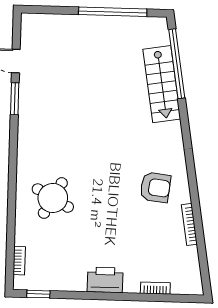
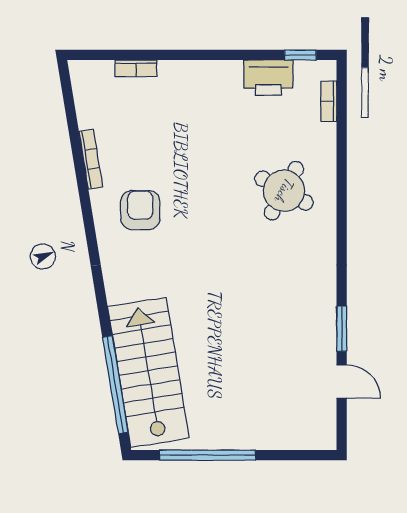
stairs: (162, 84) -> (148, 372), width x1.36, depth x1.51
armchair: (155, 187) -> (140, 210), turned 83
printer: (105, 280) -> (268, 78), moved

